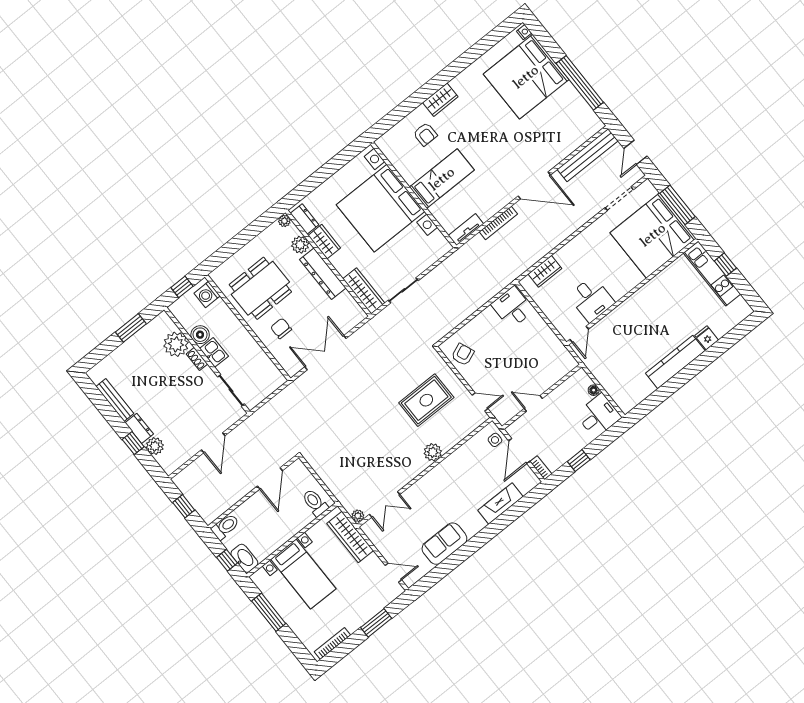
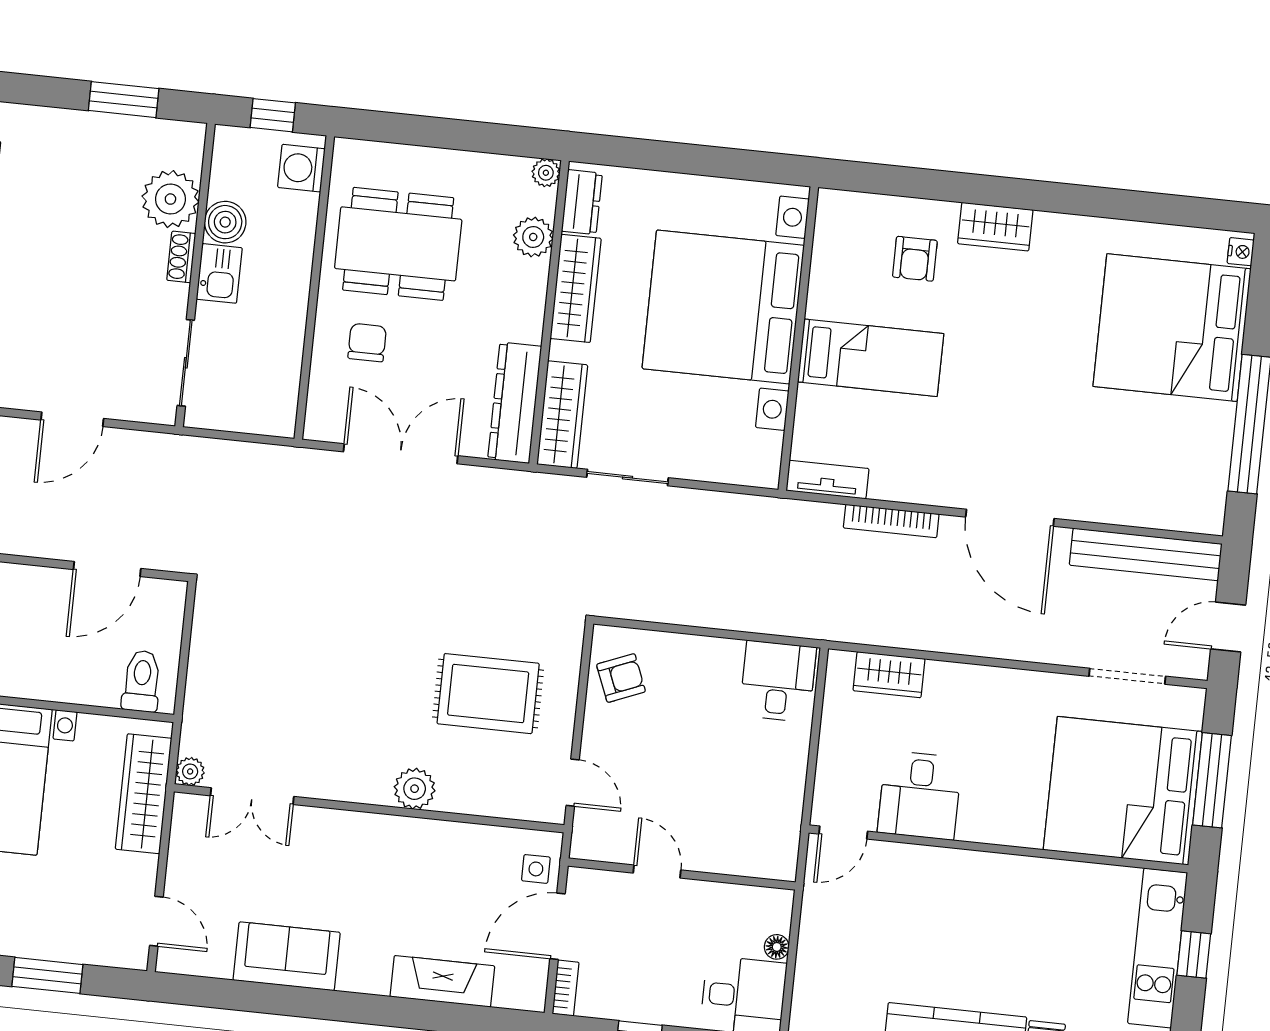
wardrobe: (324, 242) -> (576, 288), width x1.50
dresser: (323, 274) -> (515, 403), moved

